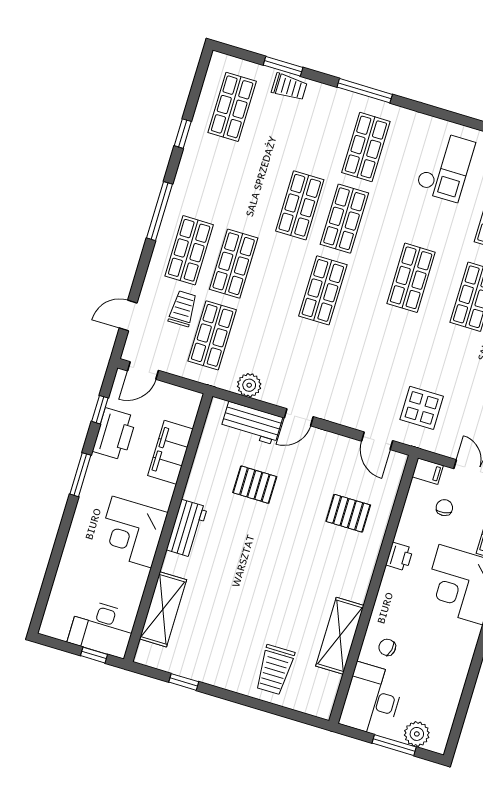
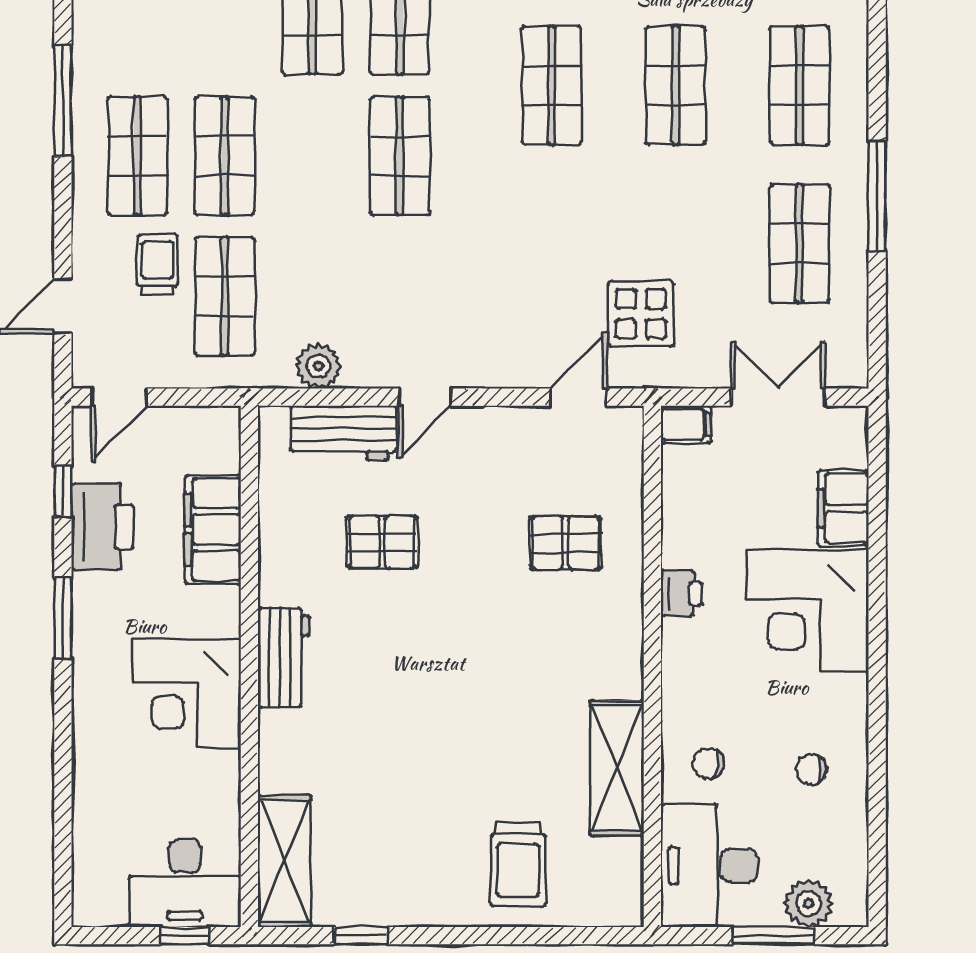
door: (377, 441) -> (579, 397), swing flipped
chair: (444, 508) -> (811, 769), moved, turned -82
shelving: (163, 609) -> (284, 861), moved

